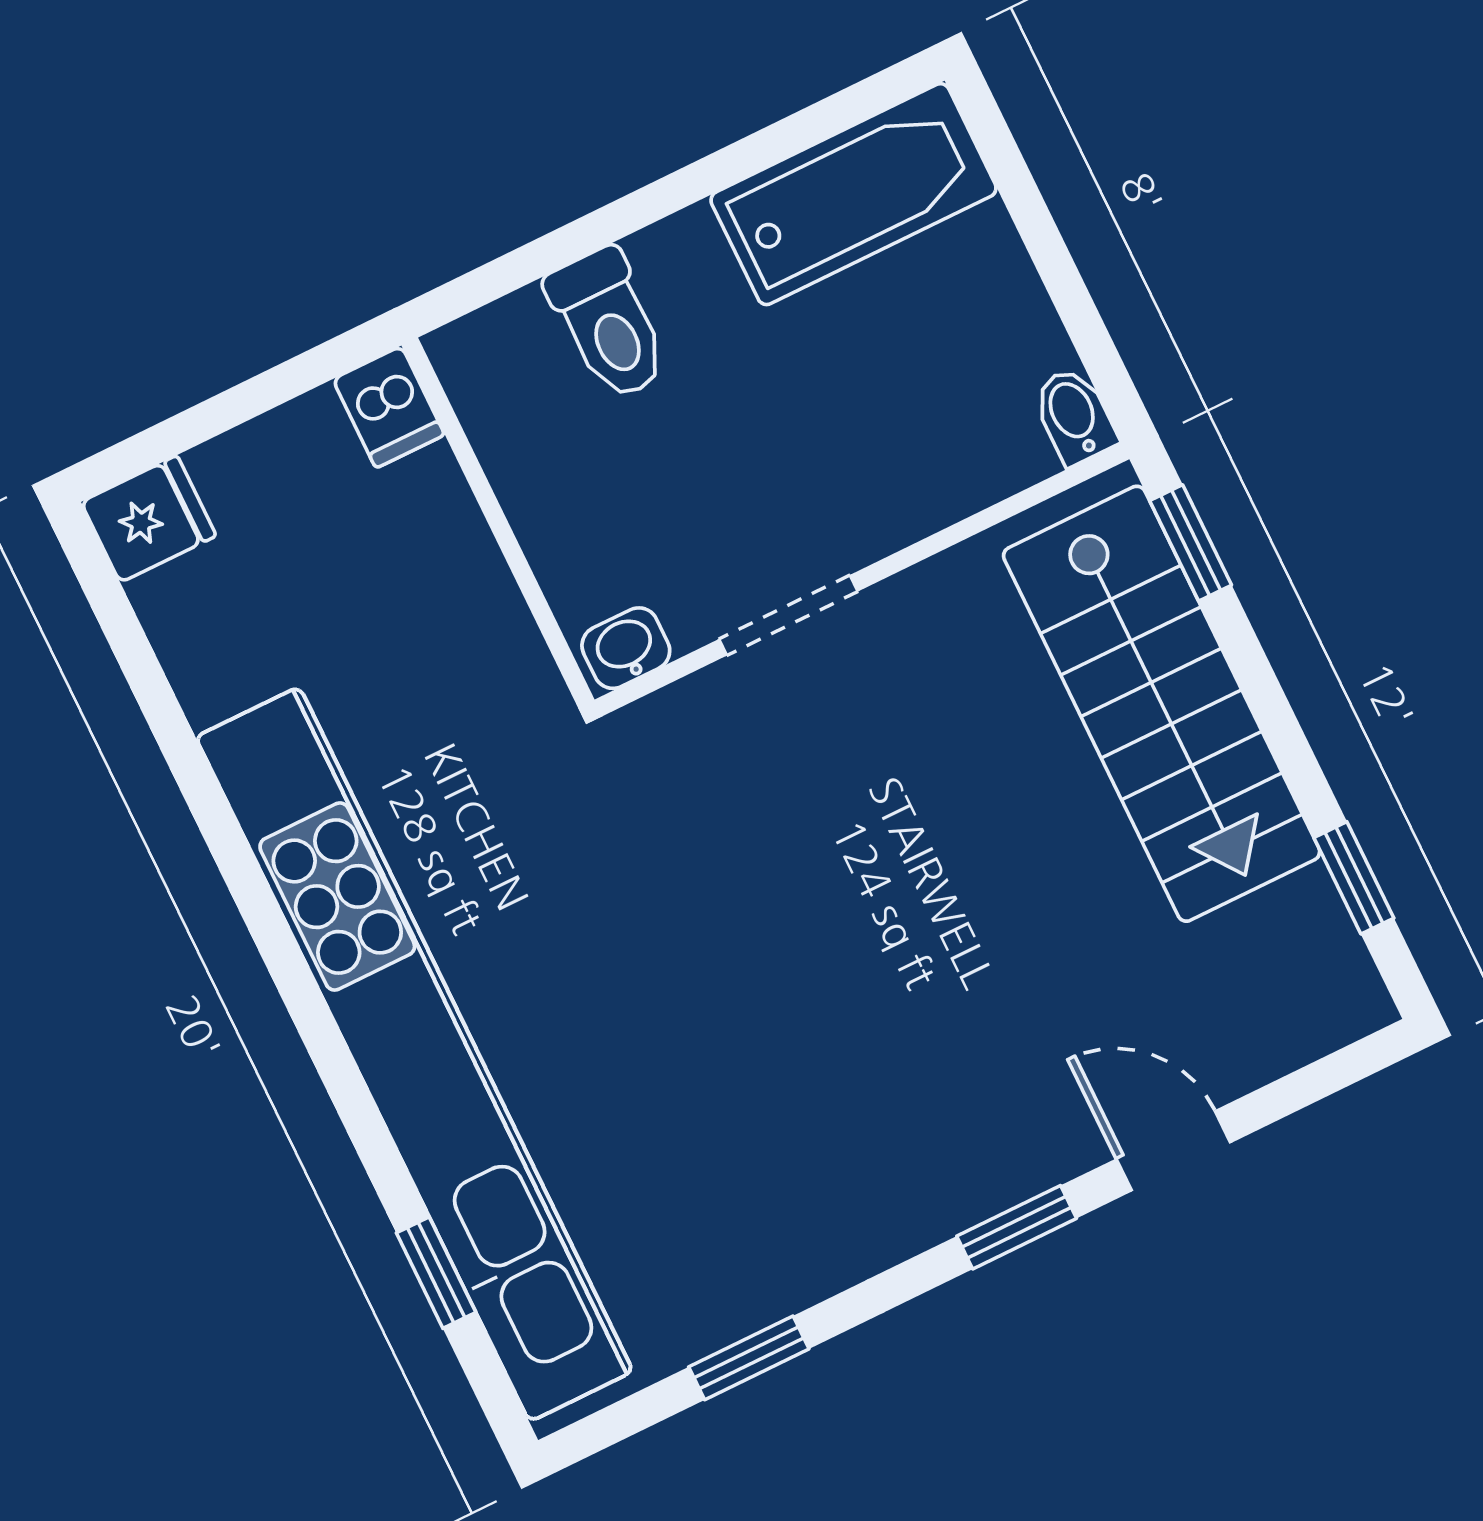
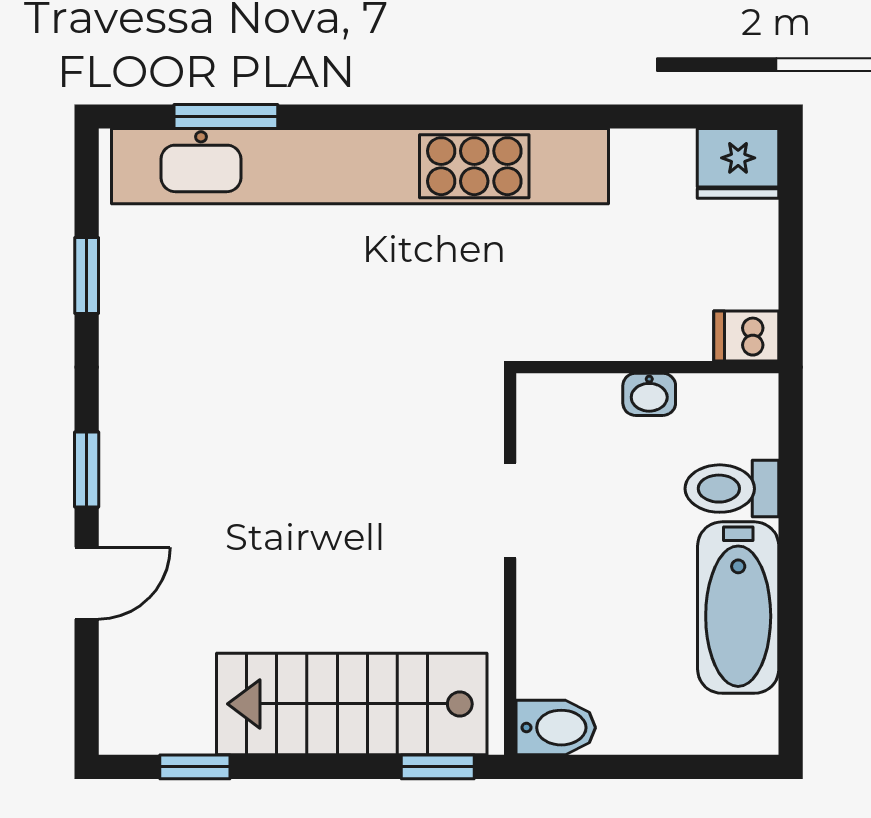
bathtub: (854, 194) -> (738, 608), moved
bidet: (1074, 416) -> (556, 728), width x1.38, depth x1.36
fridge: (149, 519) -> (738, 163), width x1.38
washbasin: (626, 648) -> (649, 394), moved, turned 90
window: (436, 1273) -> (226, 117), width x1.50

